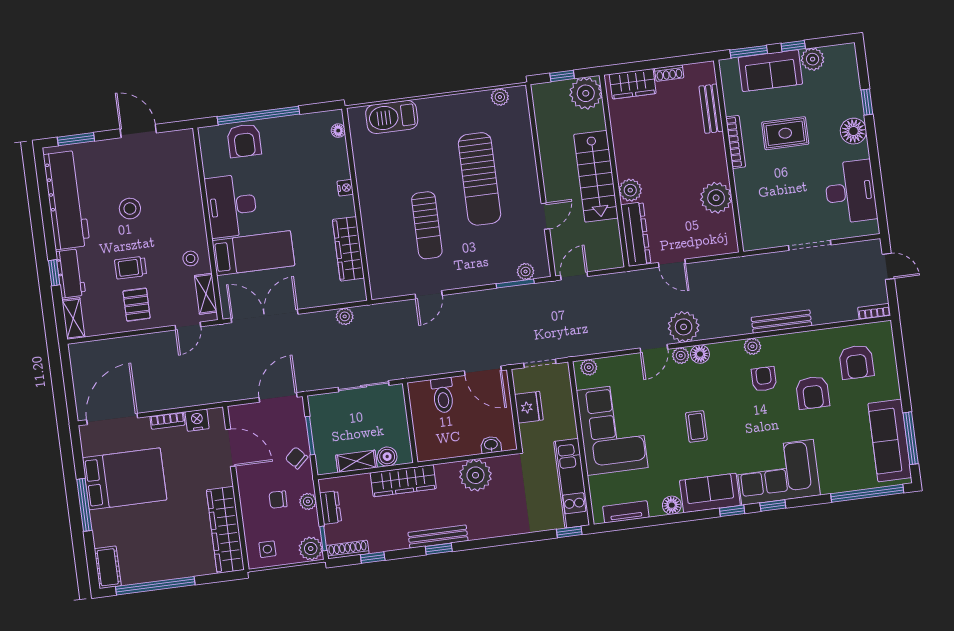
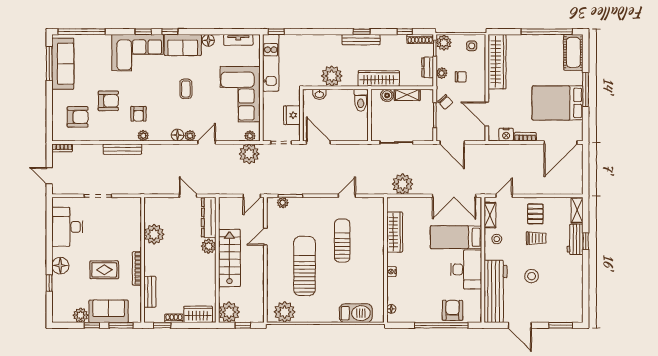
window: (686, 60) -> (162, 325), added
plant: (500, 97) -> (285, 312), width x1.88, depth x1.88
workbench: (67, 200) -> (496, 291), moved, turned 180
plant: (345, 316) -> (403, 184), width x1.88, depth x1.88
plant: (684, 327) -> (249, 154), moved
armchair: (856, 362) -> (78, 117), turned 90
armchair: (813, 393) -> (108, 101), turned 90
toilet: (443, 395) -> (361, 100), moved, turned 180
door: (278, 397) -> (452, 142), hinge flipped
cot: (108, 567) -> (573, 52), width x1.37, depth x1.34

